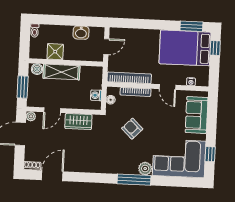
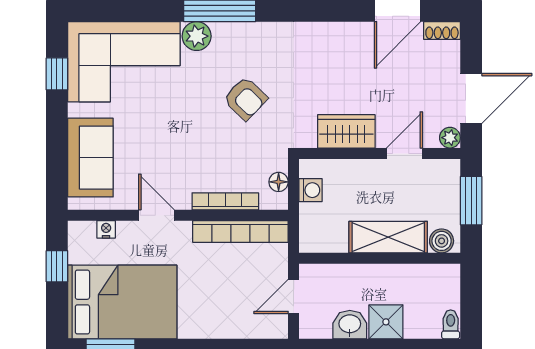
window: (215, 48) -> (57, 266), moved
shower: (55, 52) -> (386, 322), moved
armchair: (132, 129) -> (245, 99), moved

